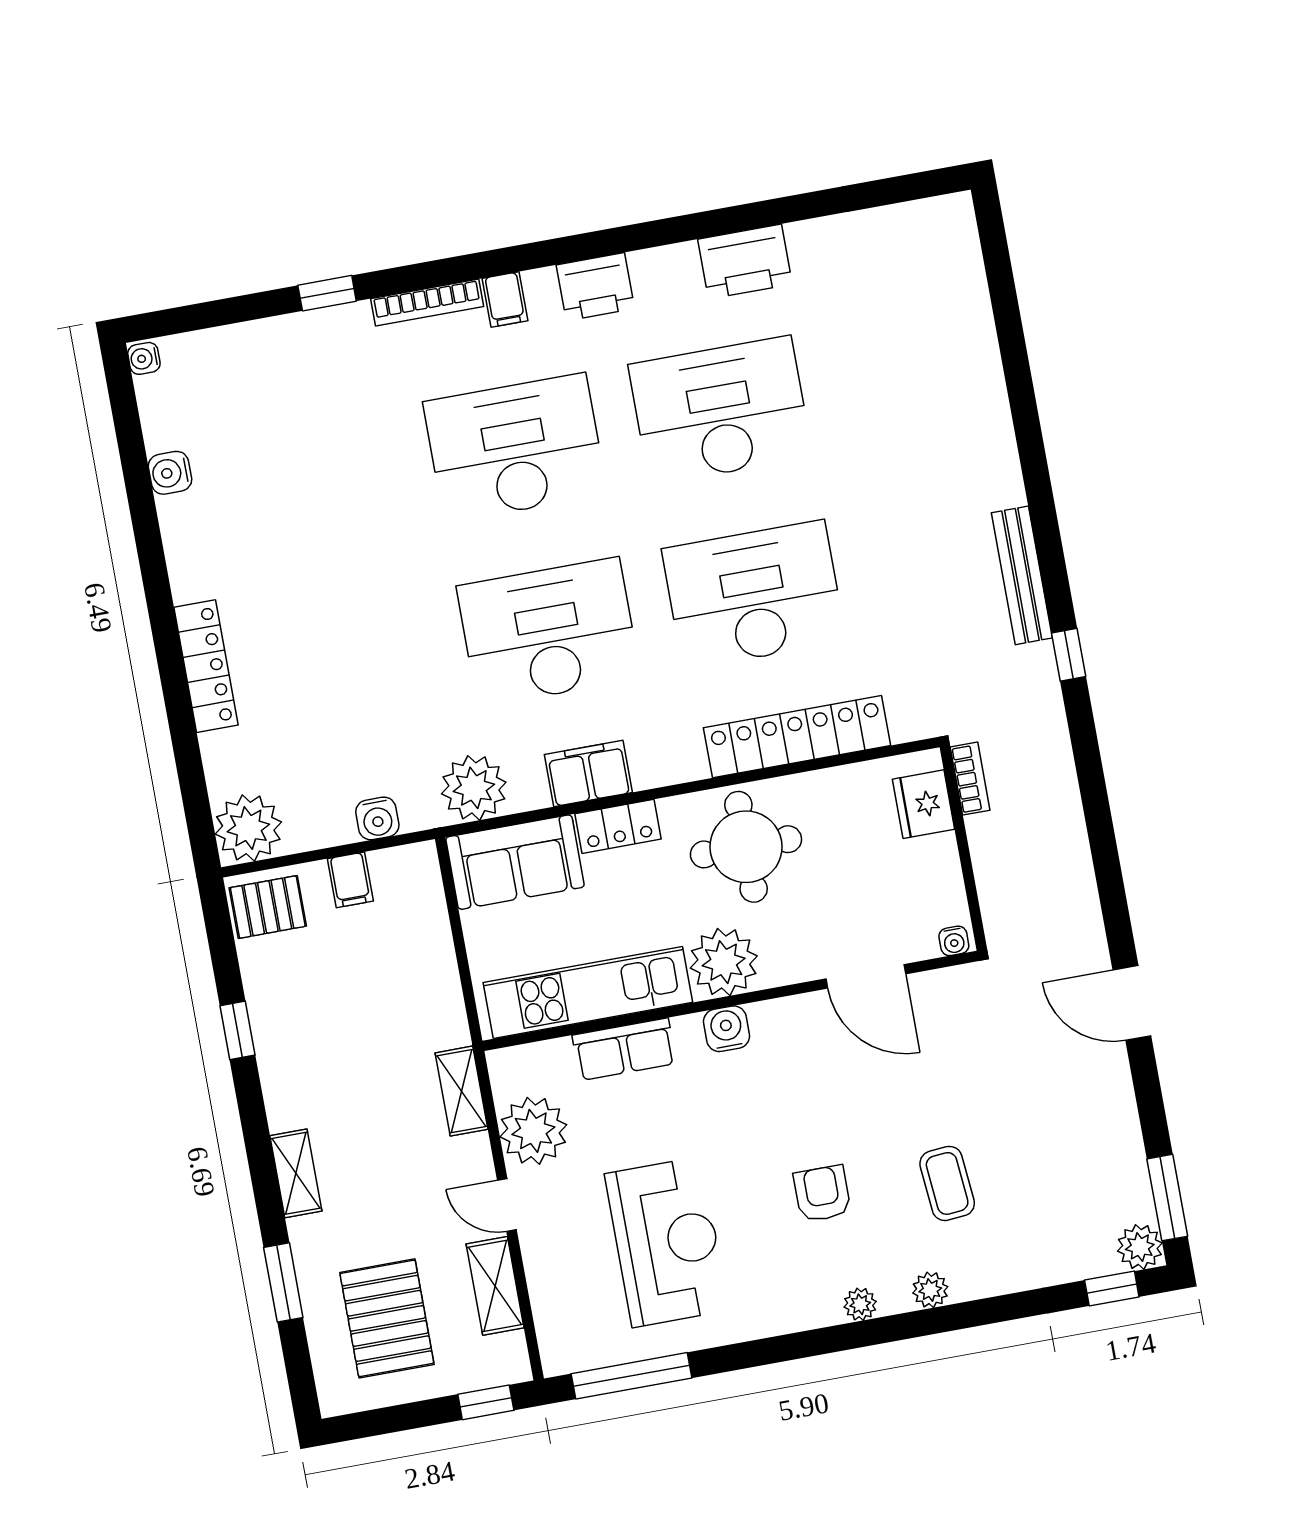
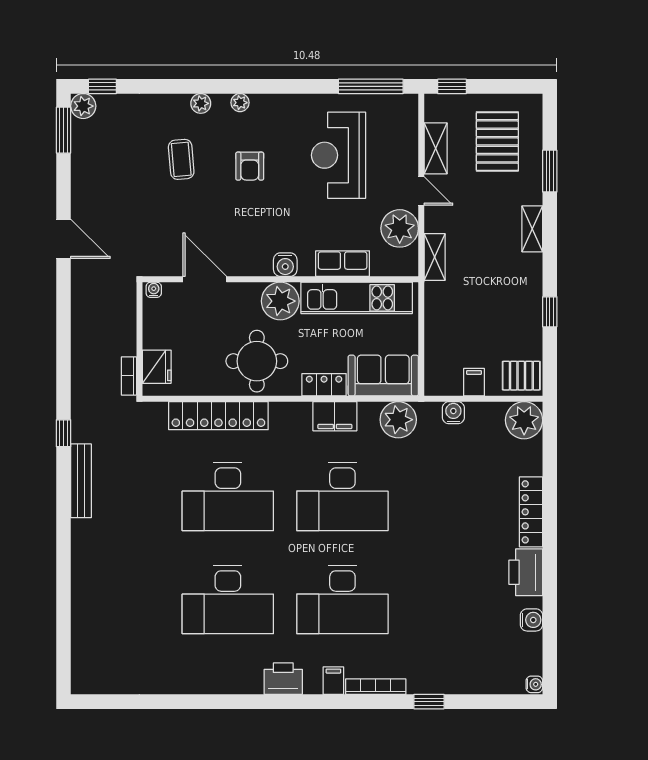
printer: (745, 262) -> (526, 572), moved, turned -90

